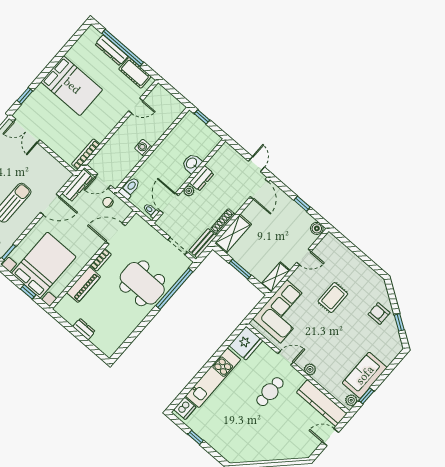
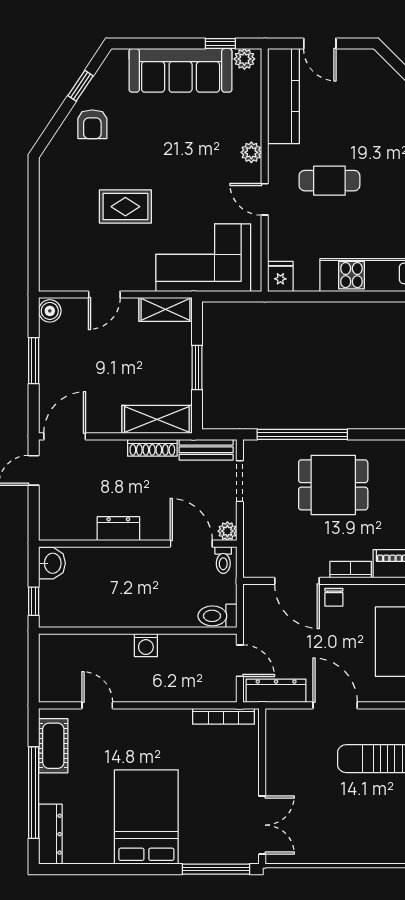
dresser: (111, 50) -> (50, 834), moved
window: (25, 96) -> (216, 869), width x2.17
washbasin: (192, 163) -> (52, 563), moved, turned -90
plant: (189, 191) -> (227, 531), moved
chair: (108, 202) -> (334, 597), moved
door: (169, 203) -> (191, 544), swing flipped
window: (302, 204) -> (34, 361), width x1.50
door: (304, 257) -> (104, 295), swing flipped
dining table: (142, 283) -> (333, 485), width x0.73
fridge: (246, 343) -> (280, 276), width x0.53, depth x0.75
sofa: (365, 375) -> (181, 70), width x1.36

